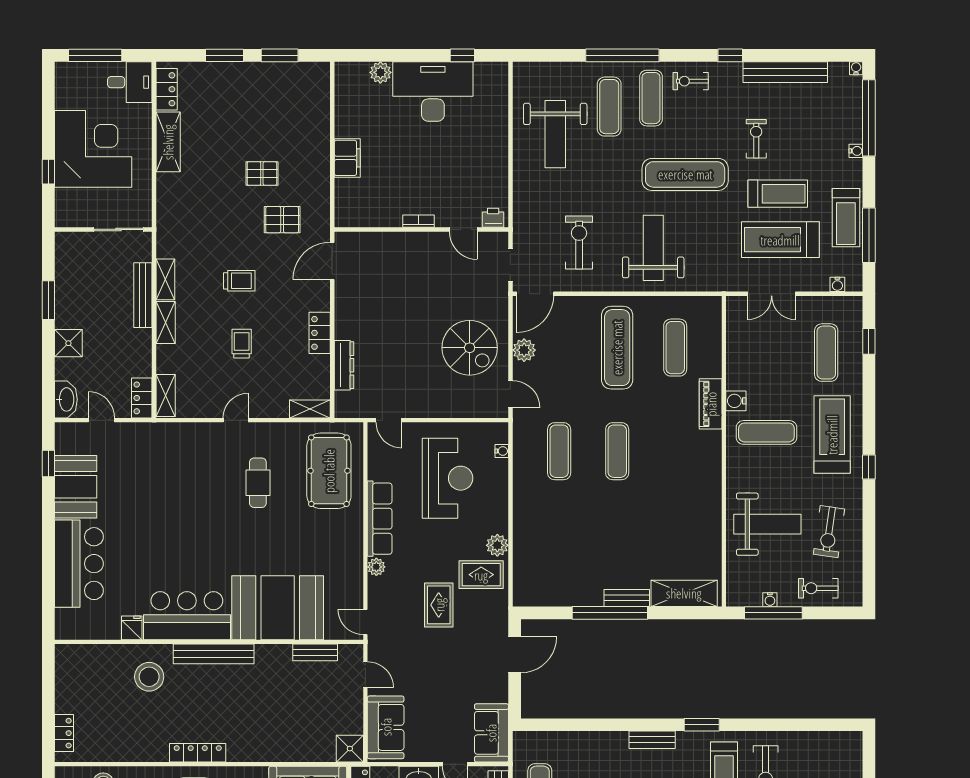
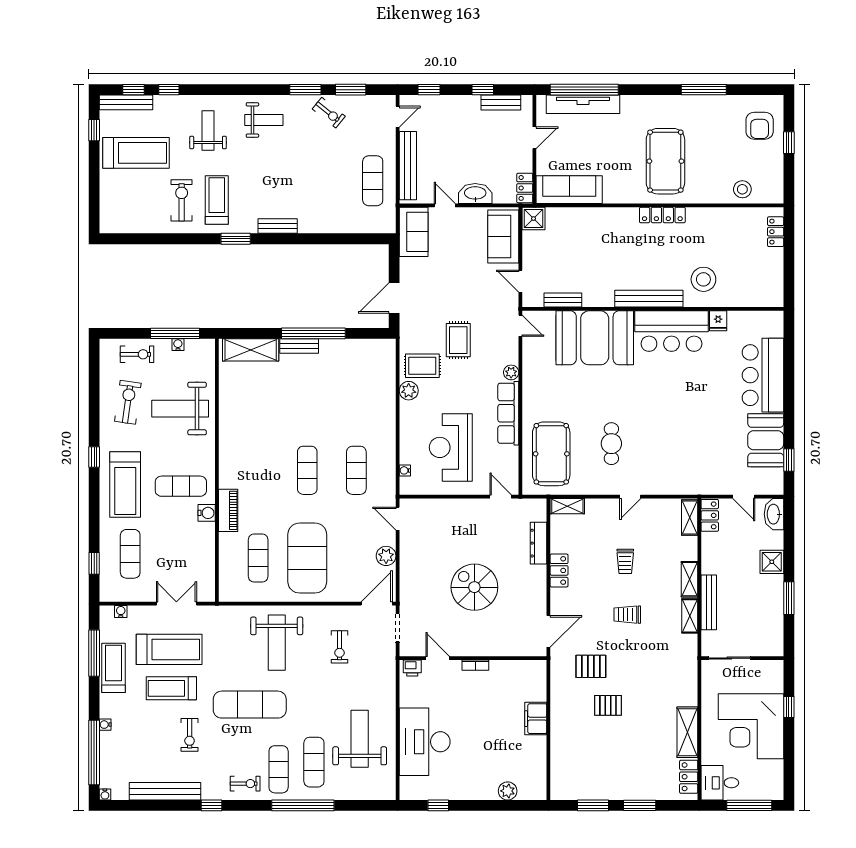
desk: (433, 92) -> (425, 742), moved, turned 90
exercise bike: (579, 243) -> (339, 647), width x0.73, depth x0.72
spiral stairs: (470, 348) -> (474, 587), moved
exercise mat: (617, 348) -> (307, 558), width x1.47

